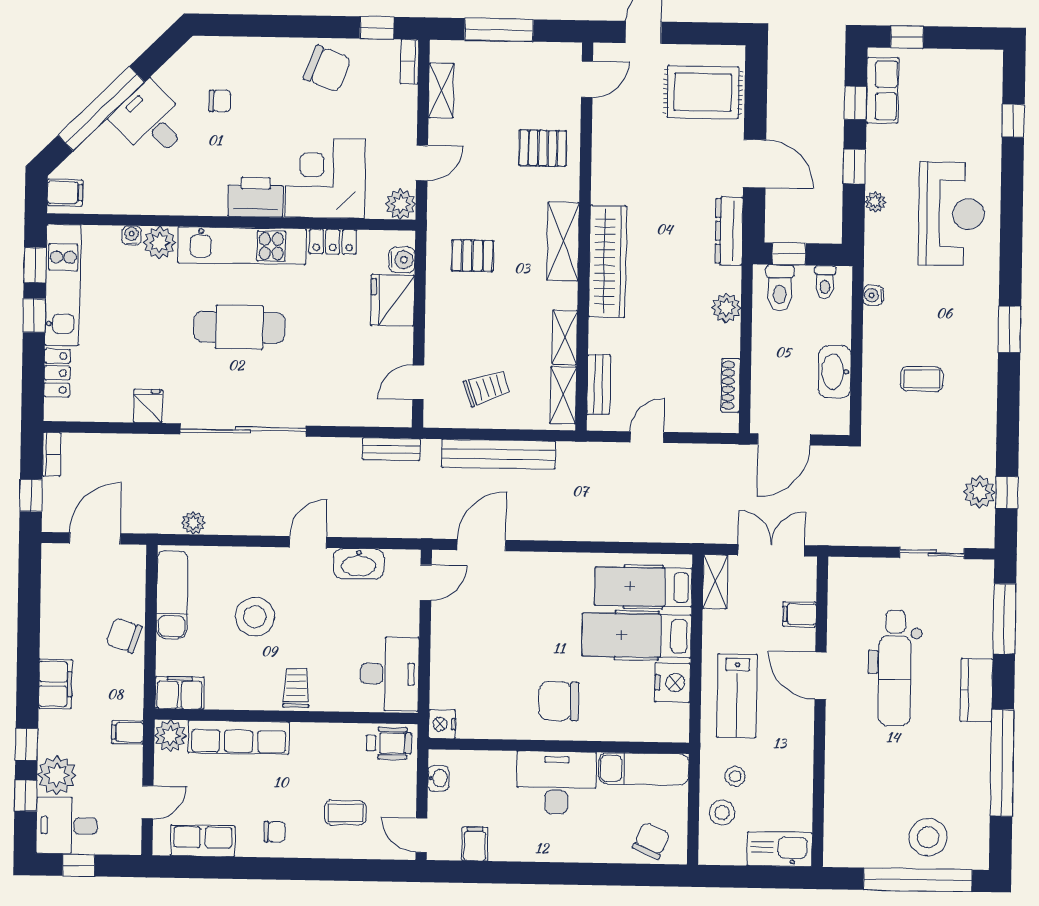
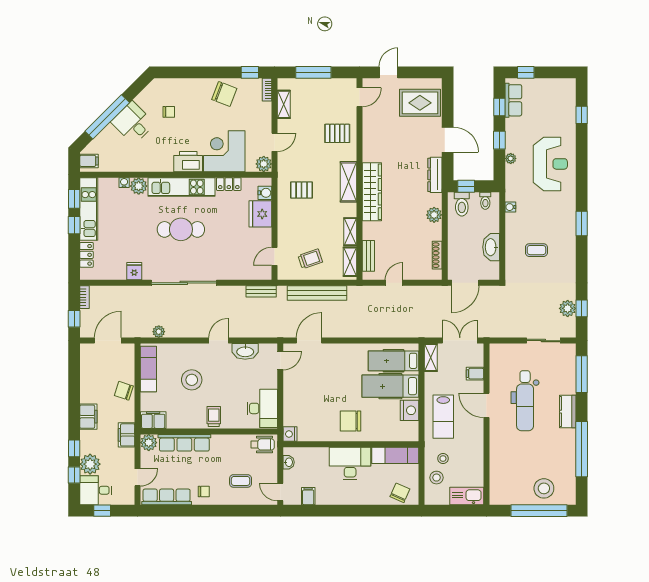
filing cabinet: (128, 732) -> (126, 435), width x2.00
row of seats: (203, 841) -> (167, 497), width x1.48

